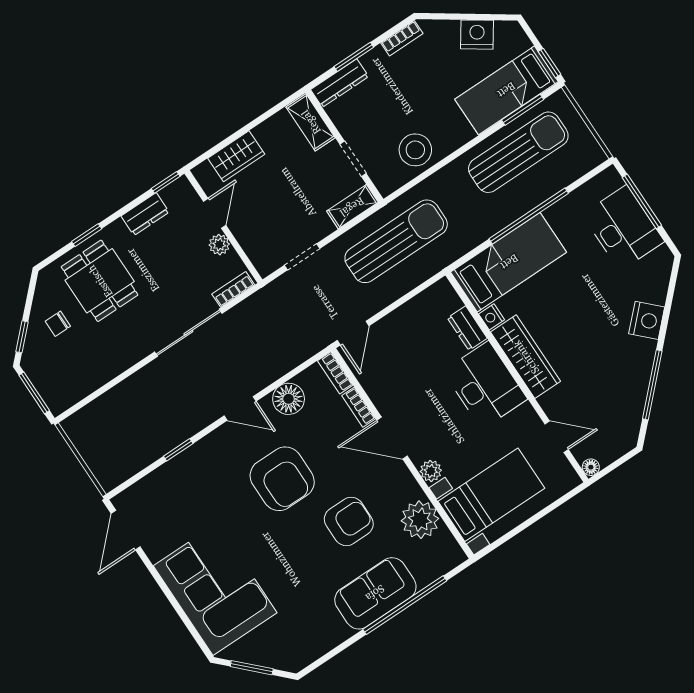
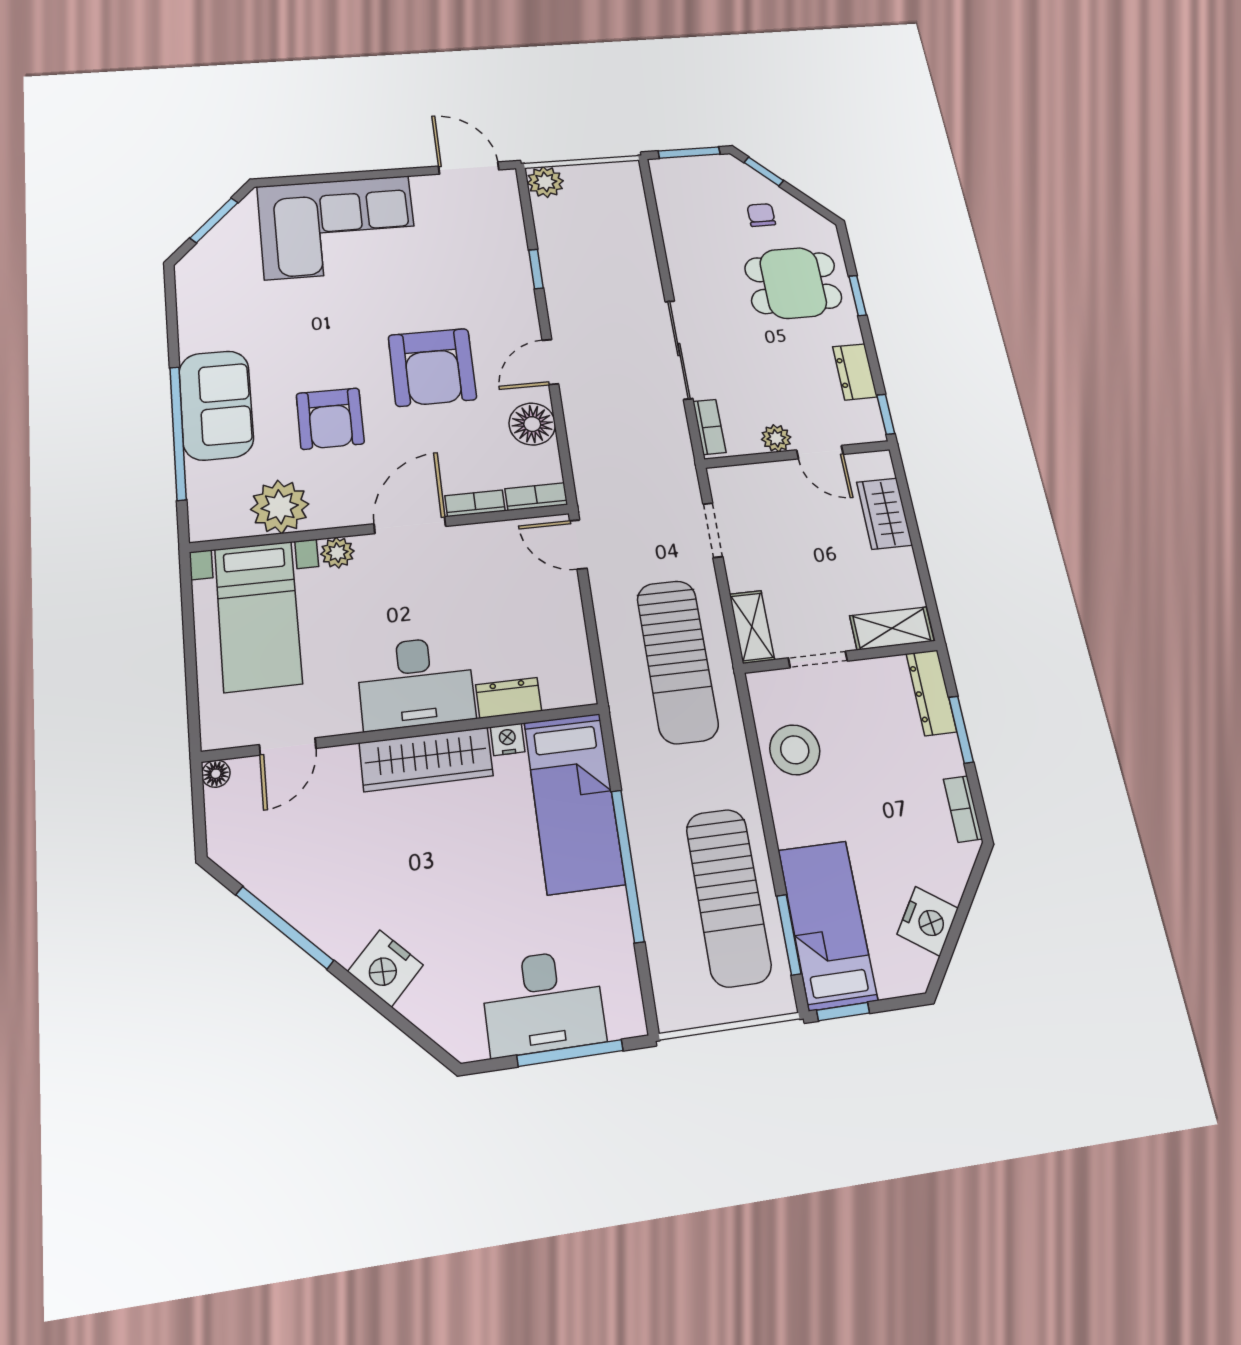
plant: (109, 476) -> (545, 182), added
armchair: (282, 479) -> (432, 367), turned -90

